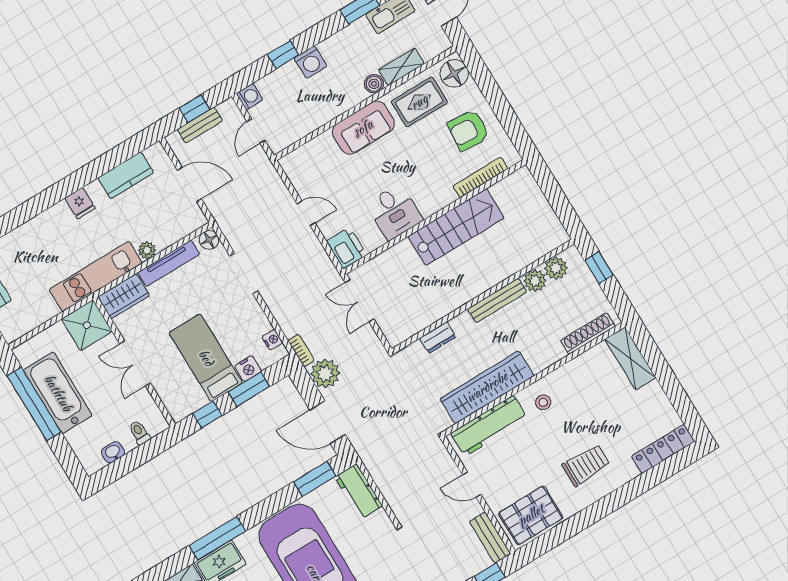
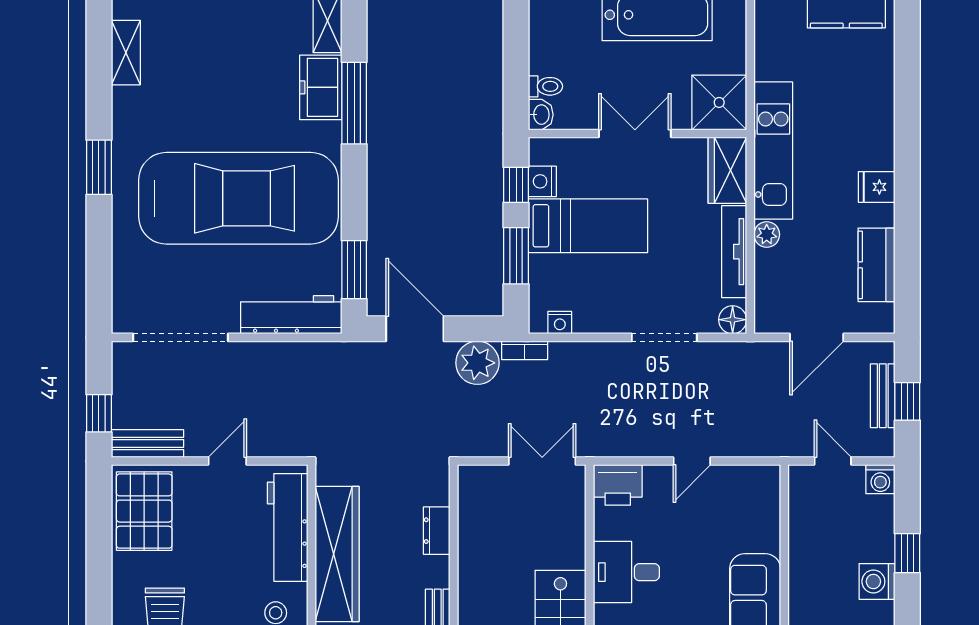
nightstand: (248, 369) -> (542, 181), moved
door: (328, 422) -> (415, 329), hinge flipped
washbasin: (113, 452) -> (541, 115), moved
workbench: (359, 491) -> (291, 315), width x1.38

